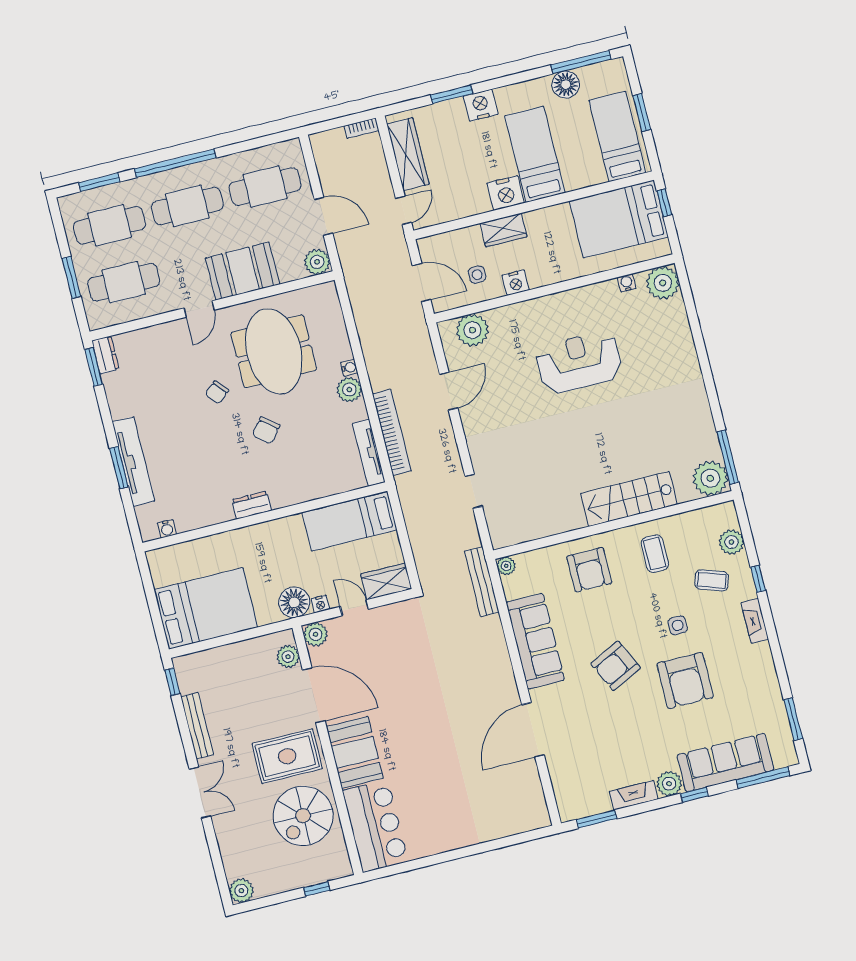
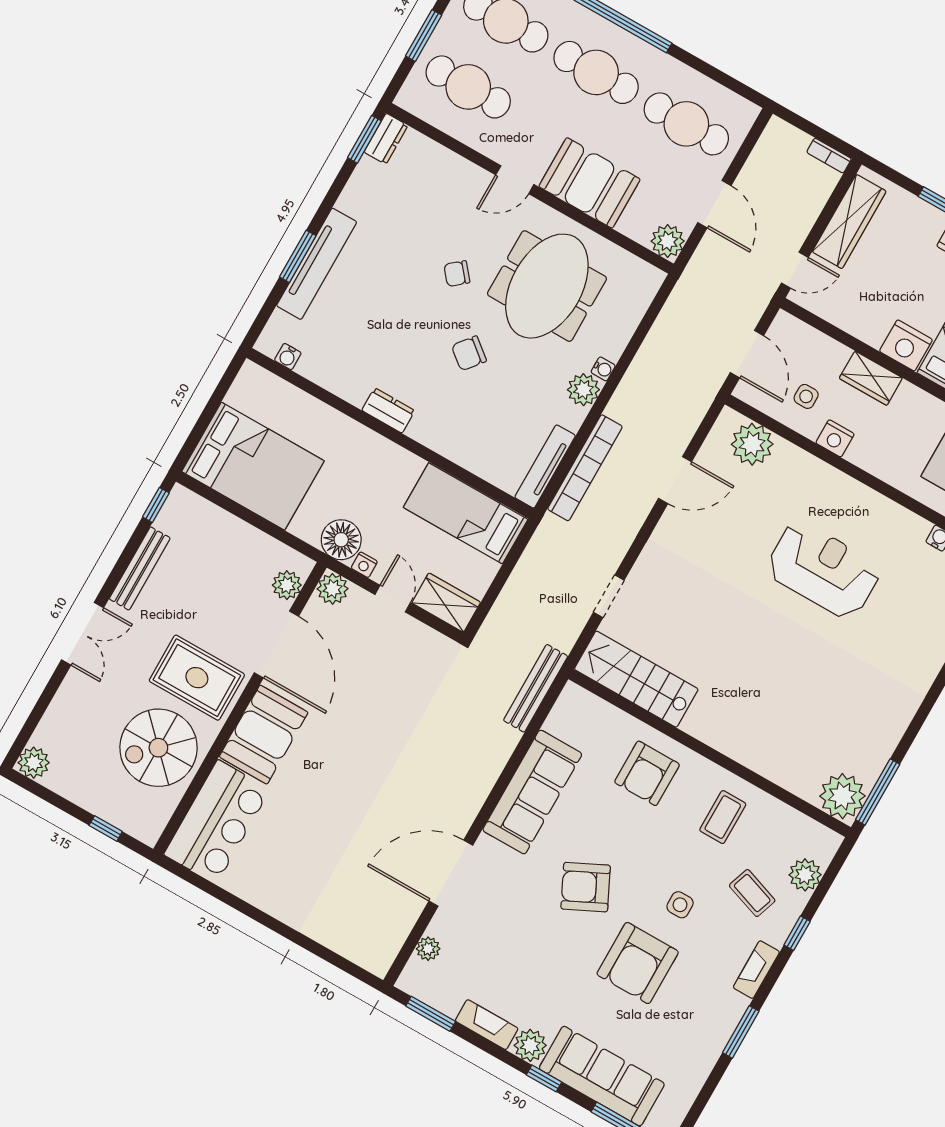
stairs: (629, 499) -> (636, 679), moved
plant: (506, 566) -> (428, 949), moved
window: (793, 719) -> (741, 1032), moved

